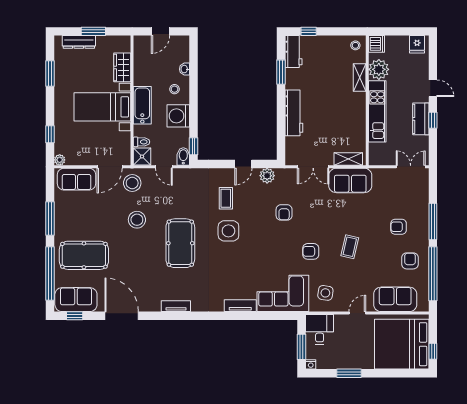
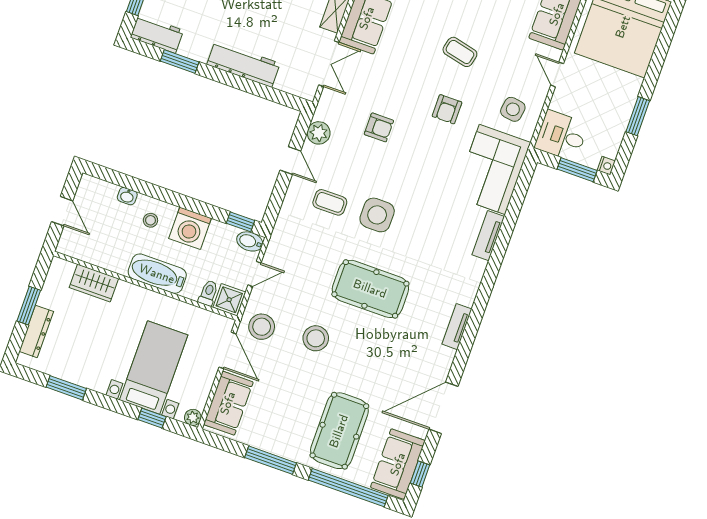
bed with nightstands: (102, 107) -> (154, 367), moved, turned 180

